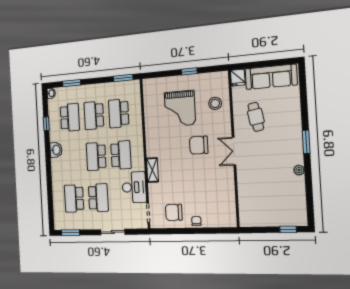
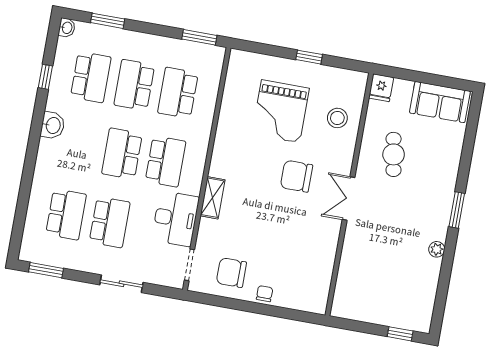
sofa: (271, 77) -> (440, 102), width x0.73
school desk: (74, 198) -> (66, 214), turned 180

